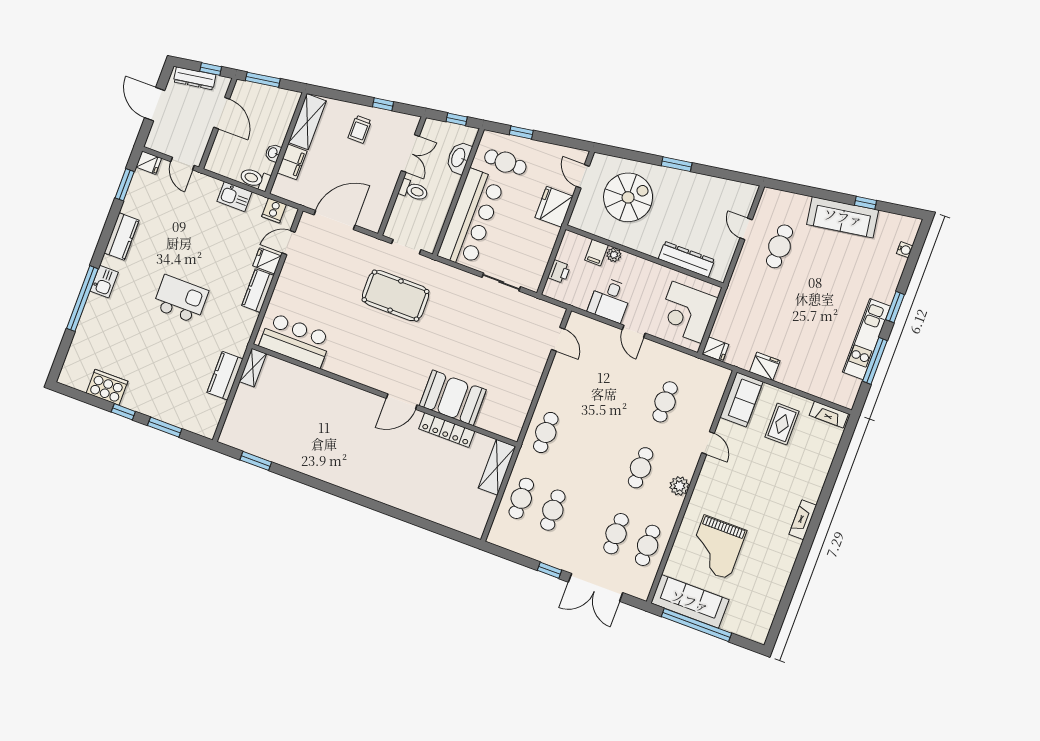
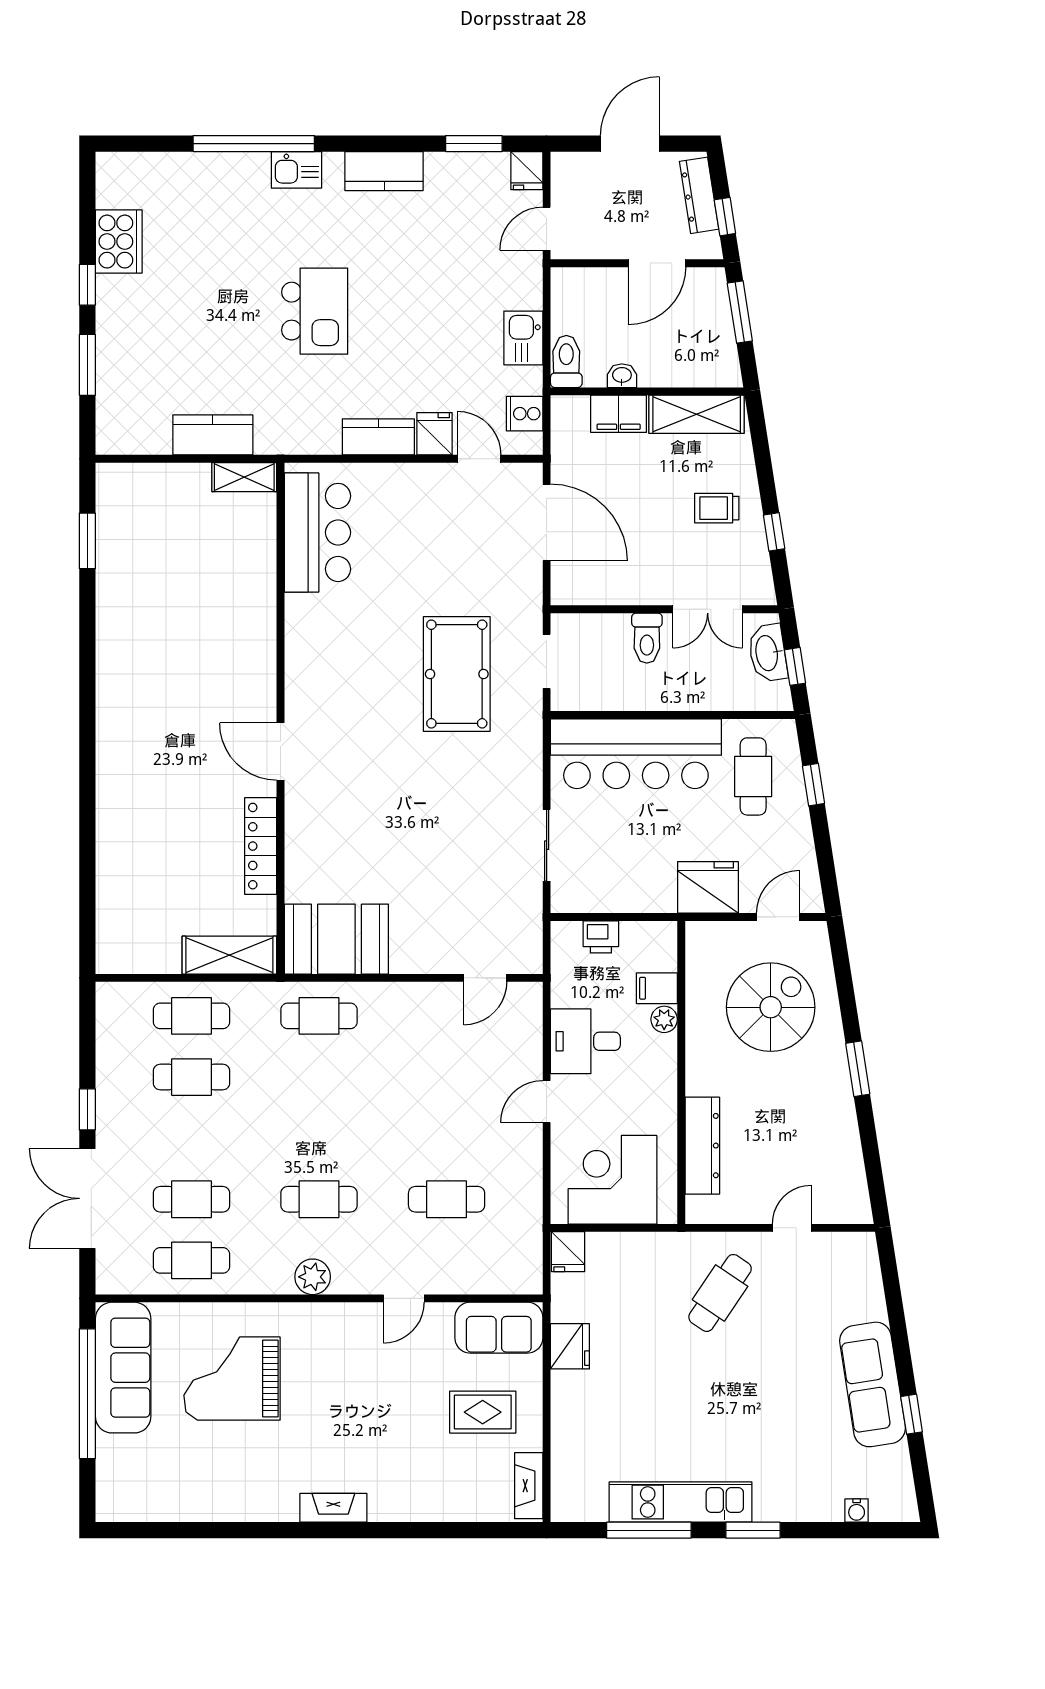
washbasin: (459, 158) -> (768, 653), moved, turned -99
spiral stairs: (628, 197) -> (771, 1007), turned -90
cafe table: (780, 246) -> (720, 1293), moved, turned -56
booth: (453, 398) -> (336, 939), moved, turned 90

